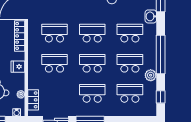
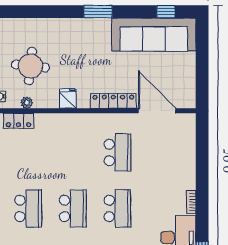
school desk: (54, 63) -> (73, 152), removed

